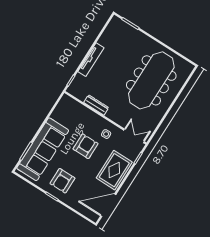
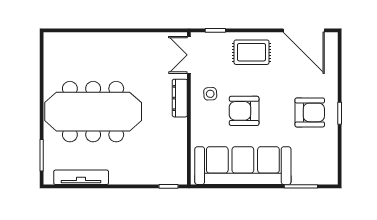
tv unit: (91, 60) -> (81, 177), moved
meeting table: (151, 80) -> (93, 112), moved
dresser: (96, 105) -> (180, 98), moved
sofa: (43, 149) -> (243, 166), moved
rug: (114, 170) -> (252, 52), width x0.73, depth x0.70

